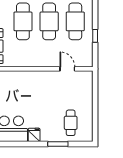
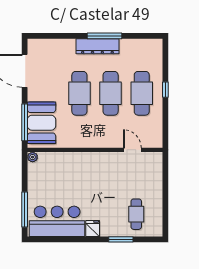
window: (95, 36) -> (165, 90), moved

